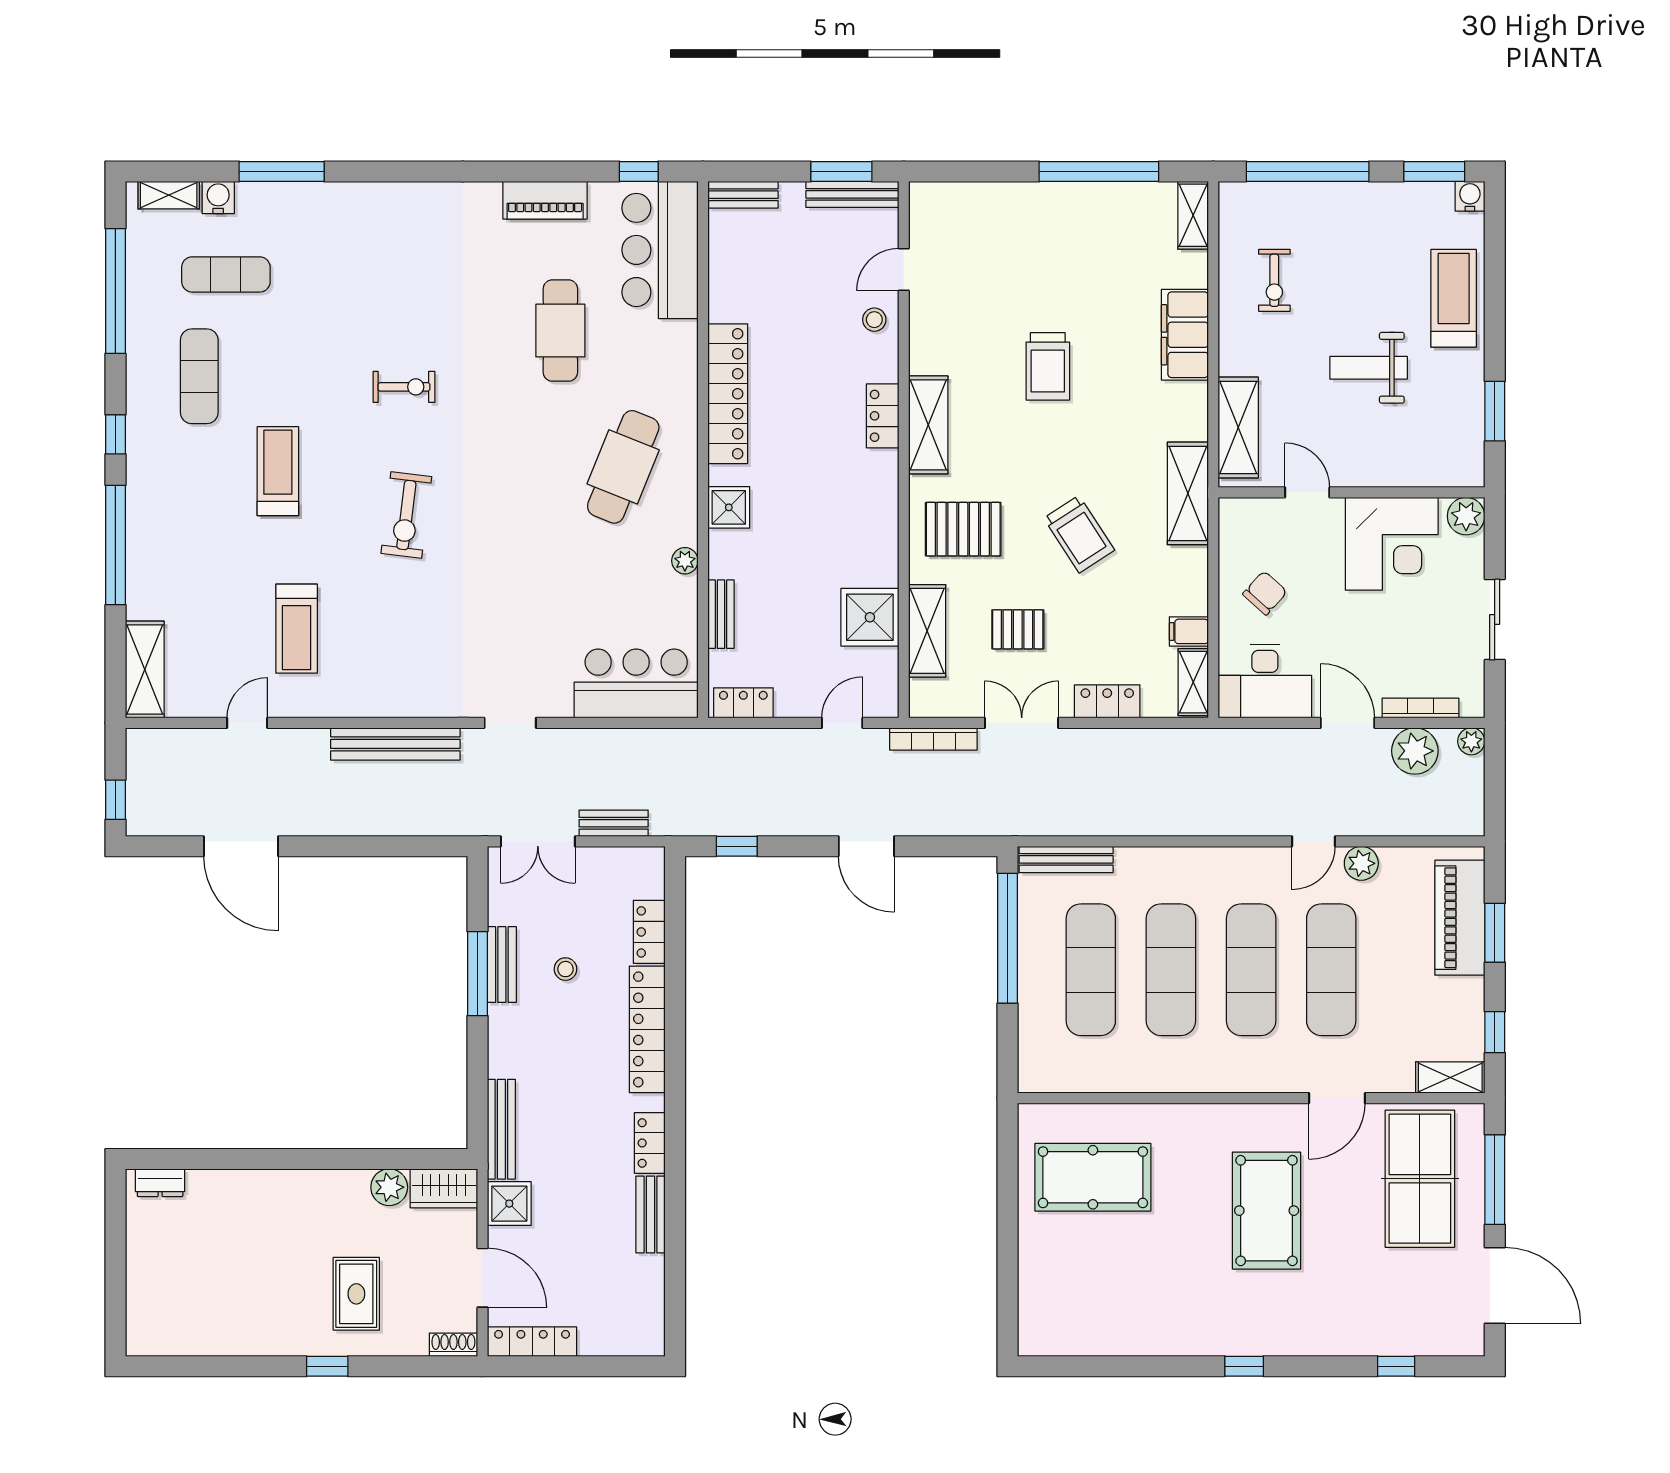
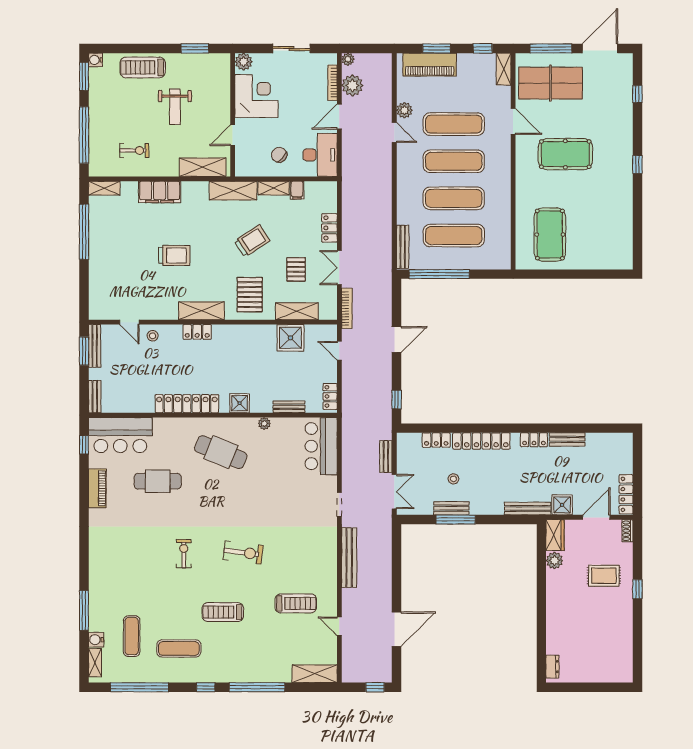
shelving: (1193, 682) -> (274, 188), moved

